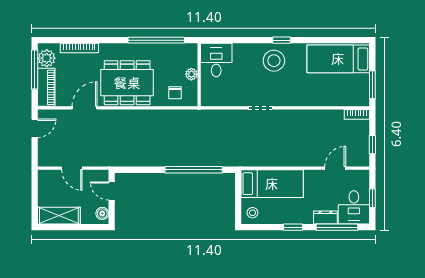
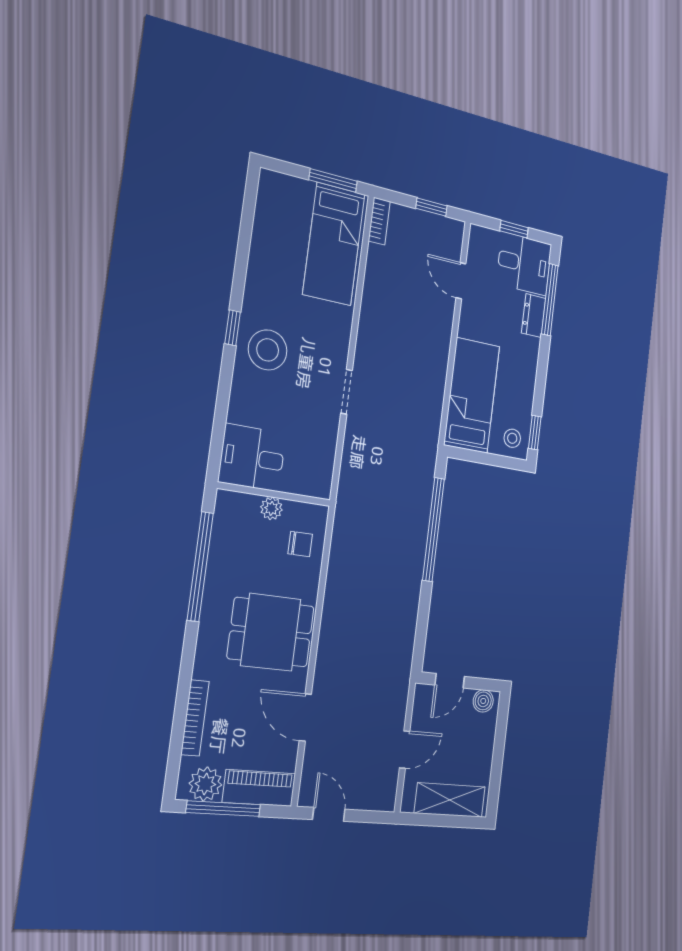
bed: (338, 59) -> (334, 244), moved
dining table: (127, 83) -> (271, 632), width x0.73
shelving: (59, 216) -> (450, 800), moved, turned 90
window: (293, 227) -> (535, 433), moved

